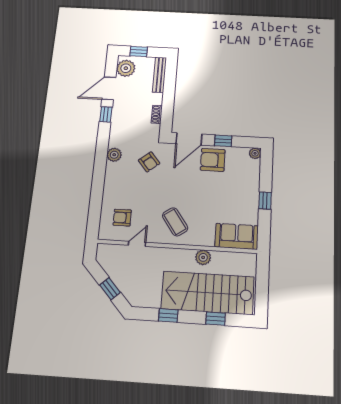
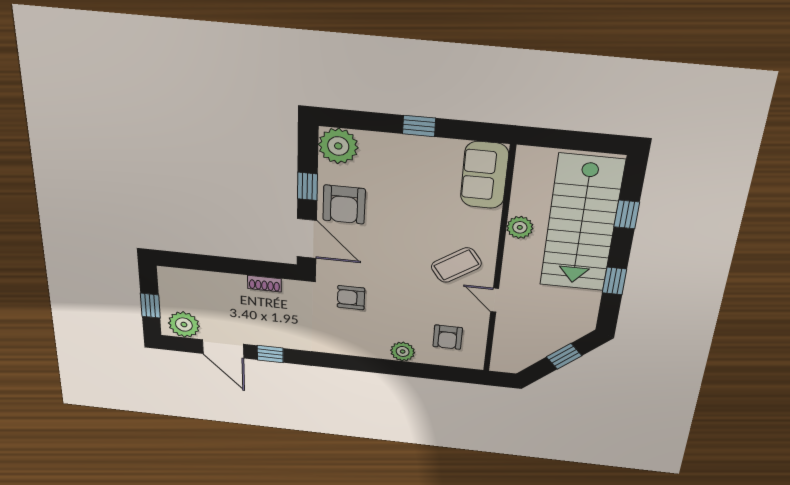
bench: (160, 75) -> (190, 277), removed
plant: (255, 153) -> (338, 146), width x1.87, depth x1.87
plant: (114, 155) -> (403, 352), moved
armchair: (149, 162) -> (351, 298), turned -141
door: (137, 244) -> (495, 300), moved

